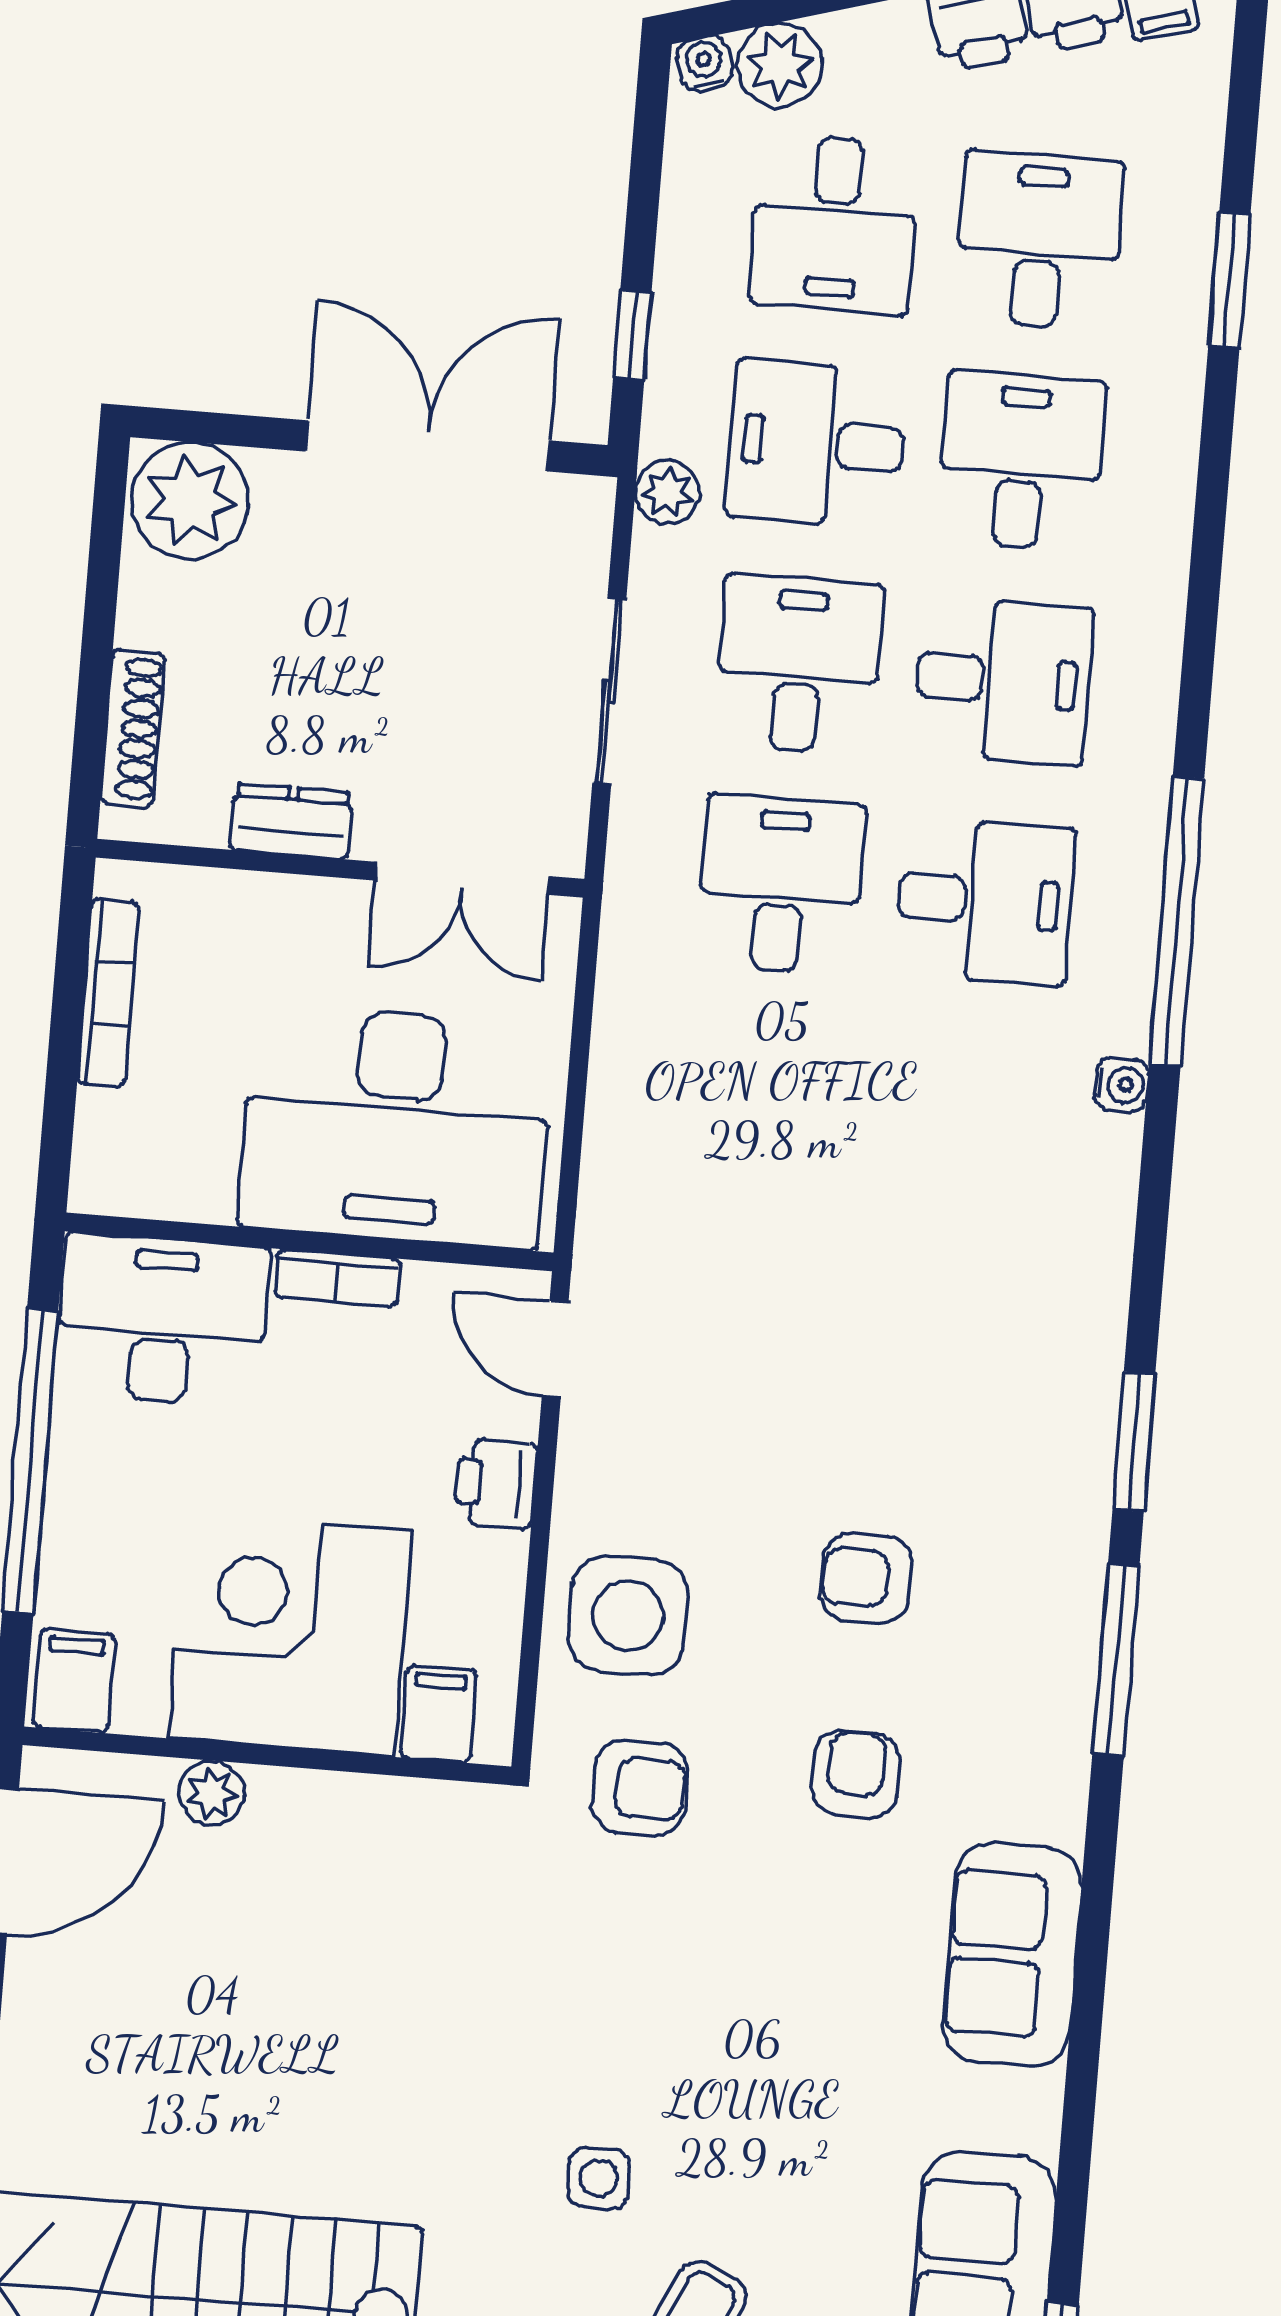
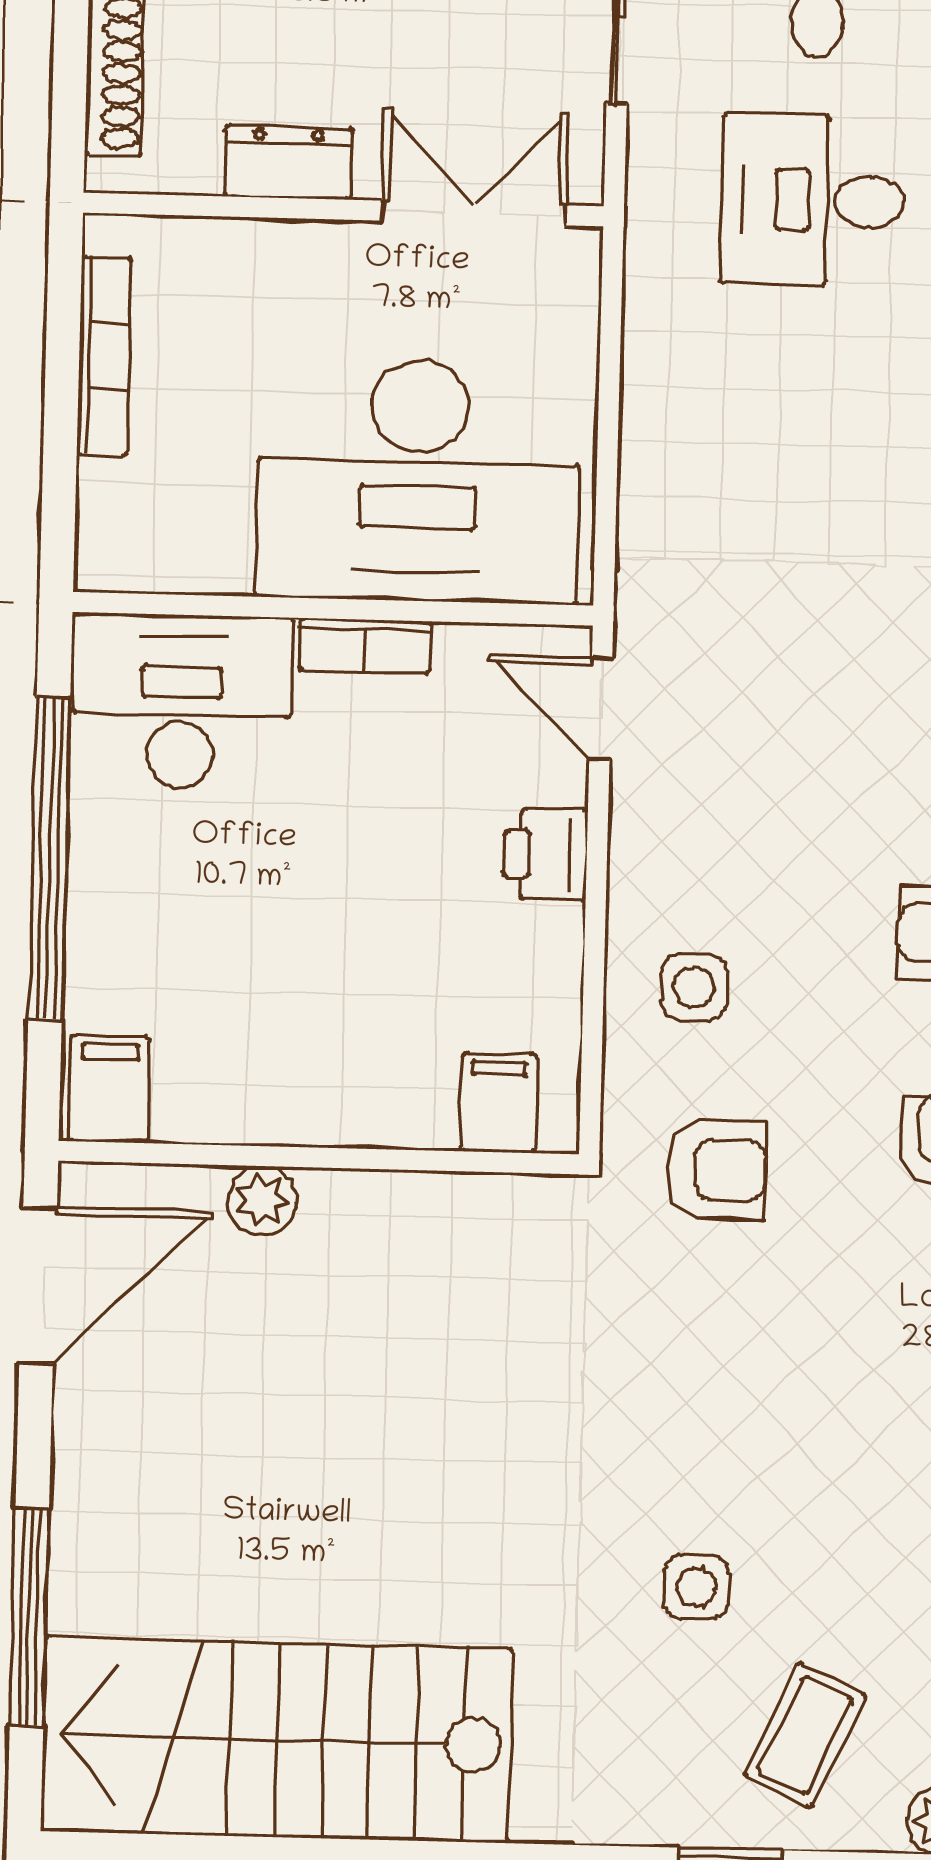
double door: (462, 878) -> (474, 213), swing flipped
desk: (781, 884) -> (813, 200), turned -90
side table: (628, 1615) -> (694, 987), width x0.54, depth x0.54
corner desk: (290, 1635) -> (336, 1027), removed

